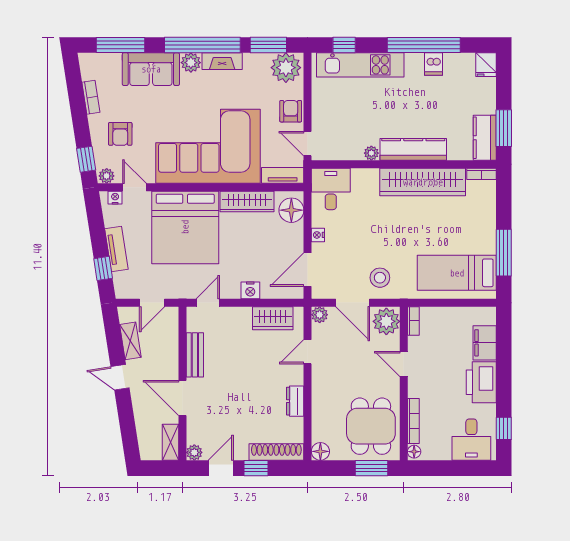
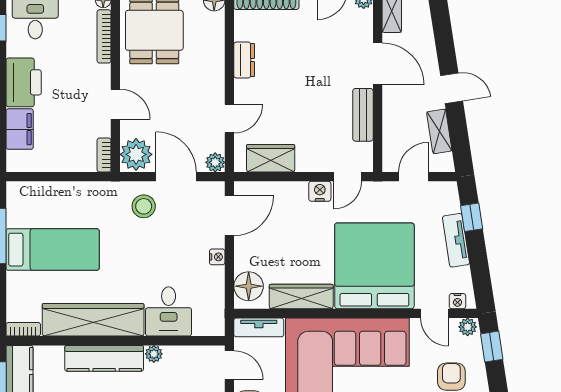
desk: (331, 189) -> (169, 311), moved
bed: (457, 273) -> (53, 250), moved
nightstand: (250, 290) -> (320, 191), moved

